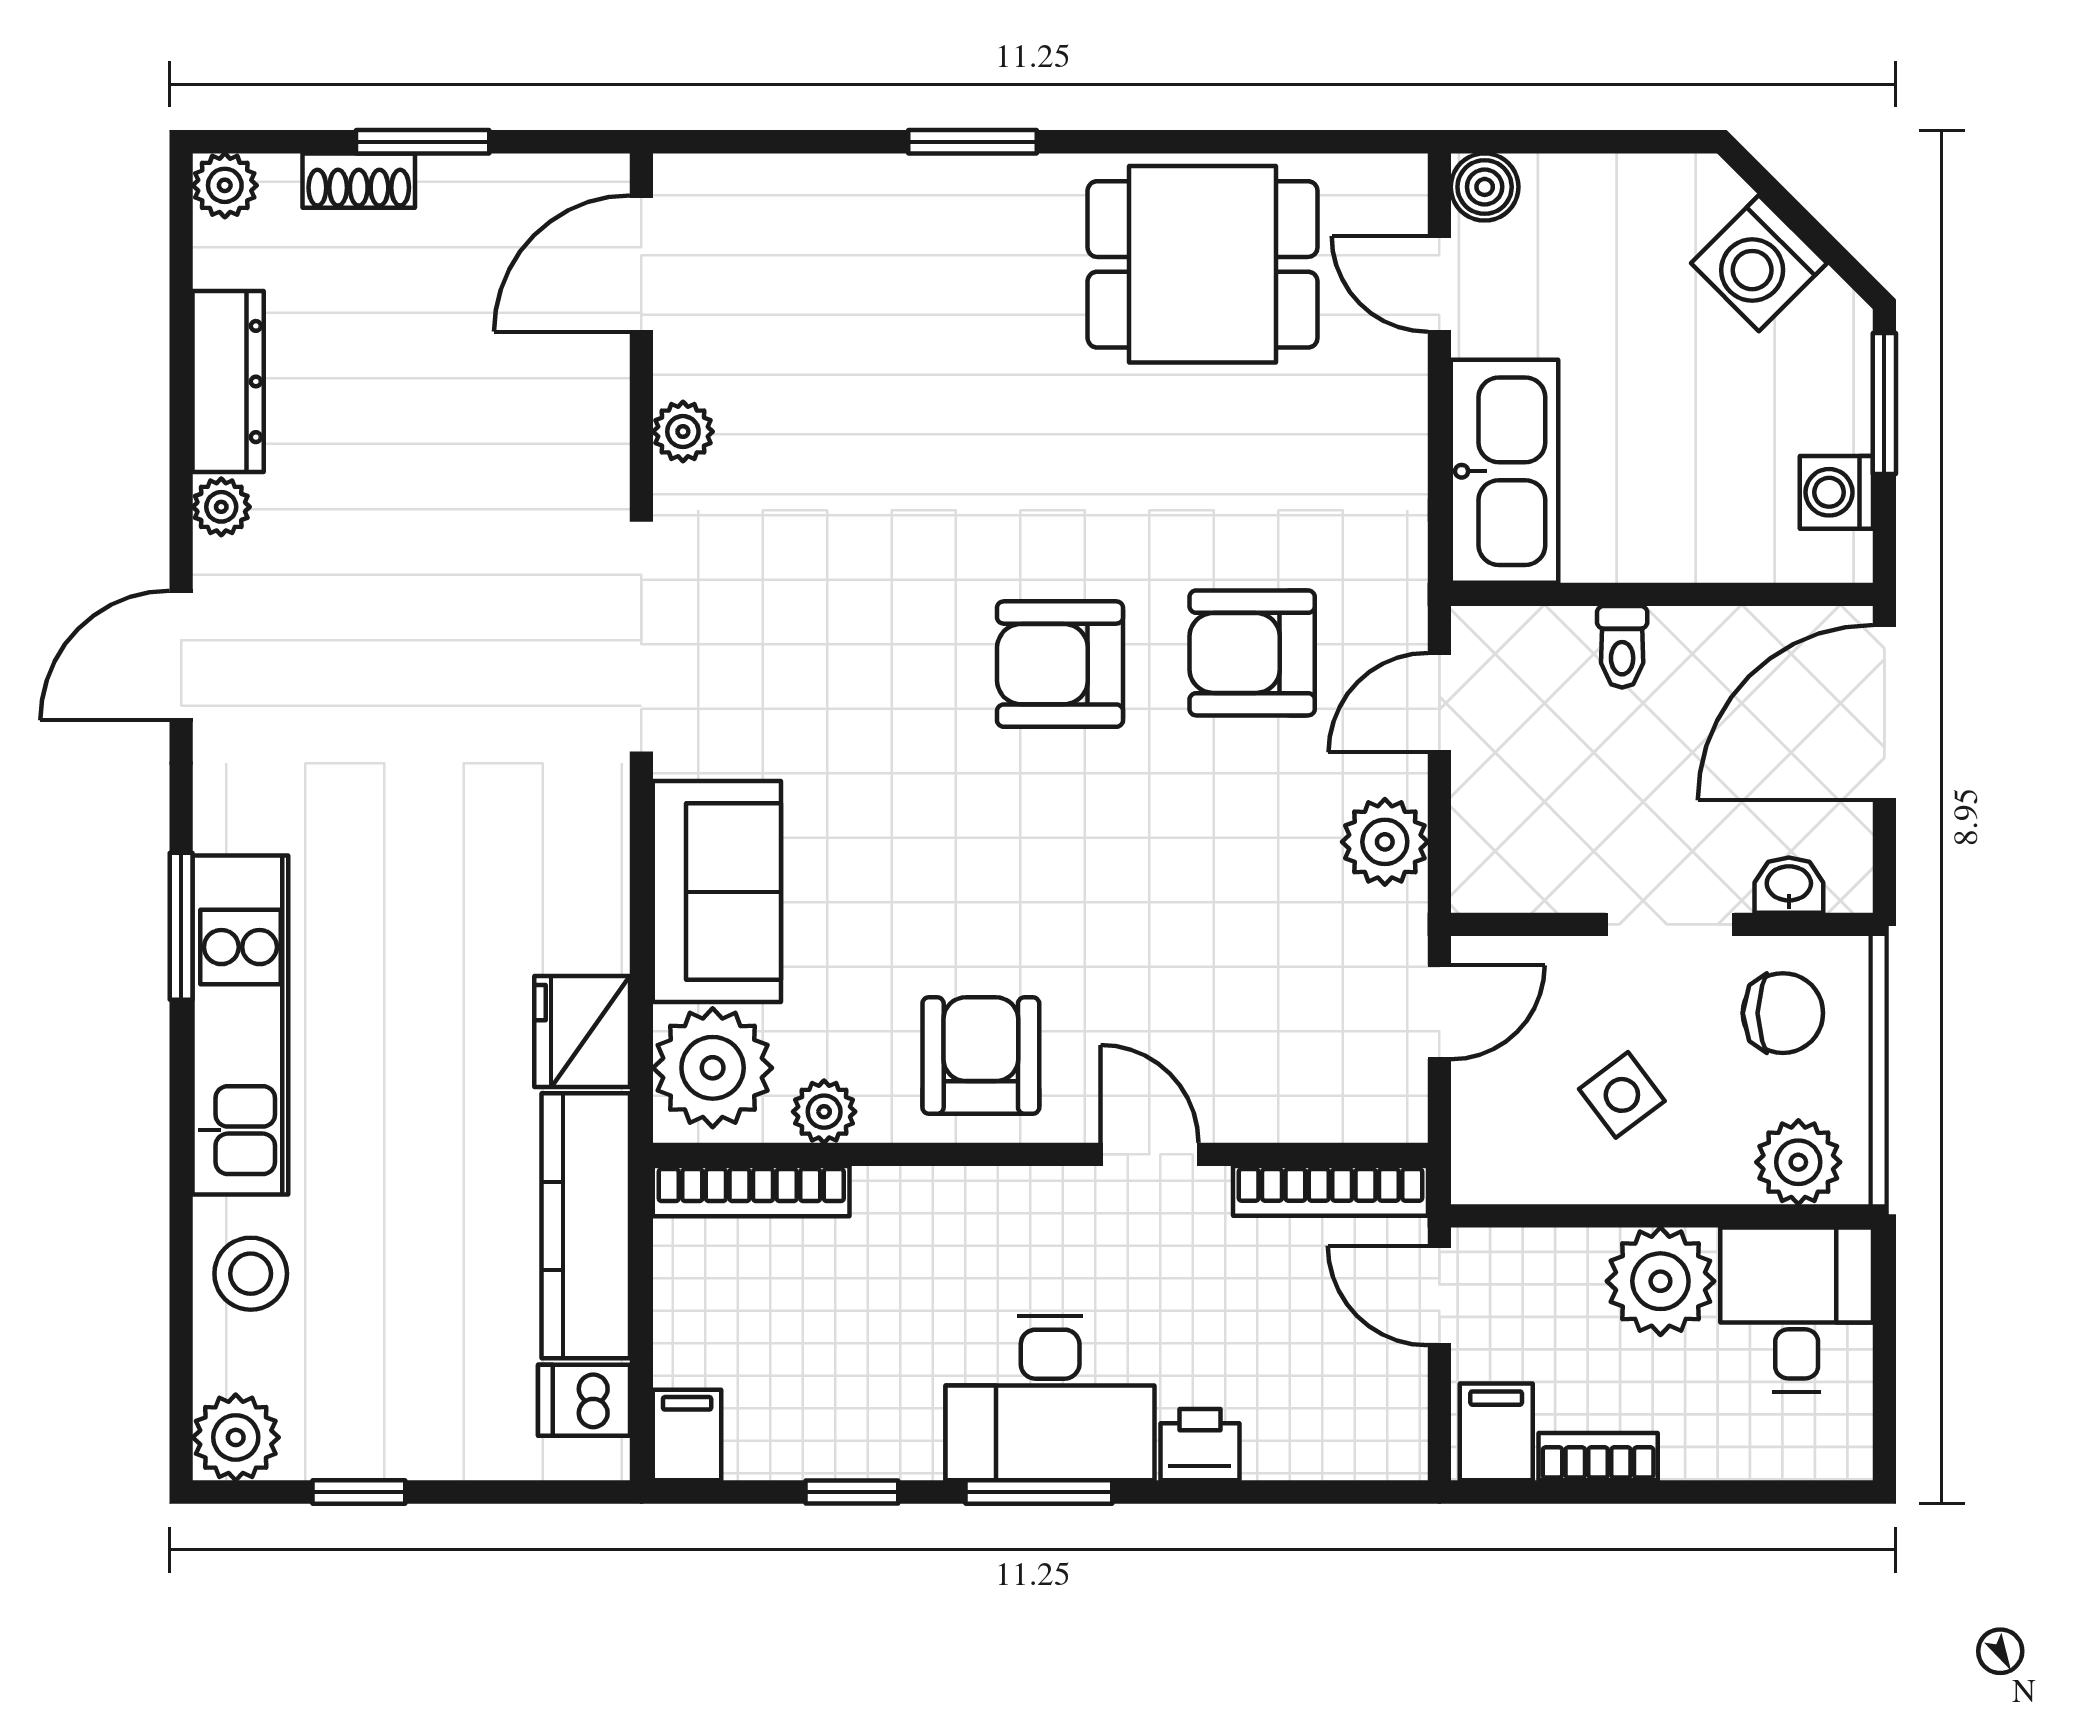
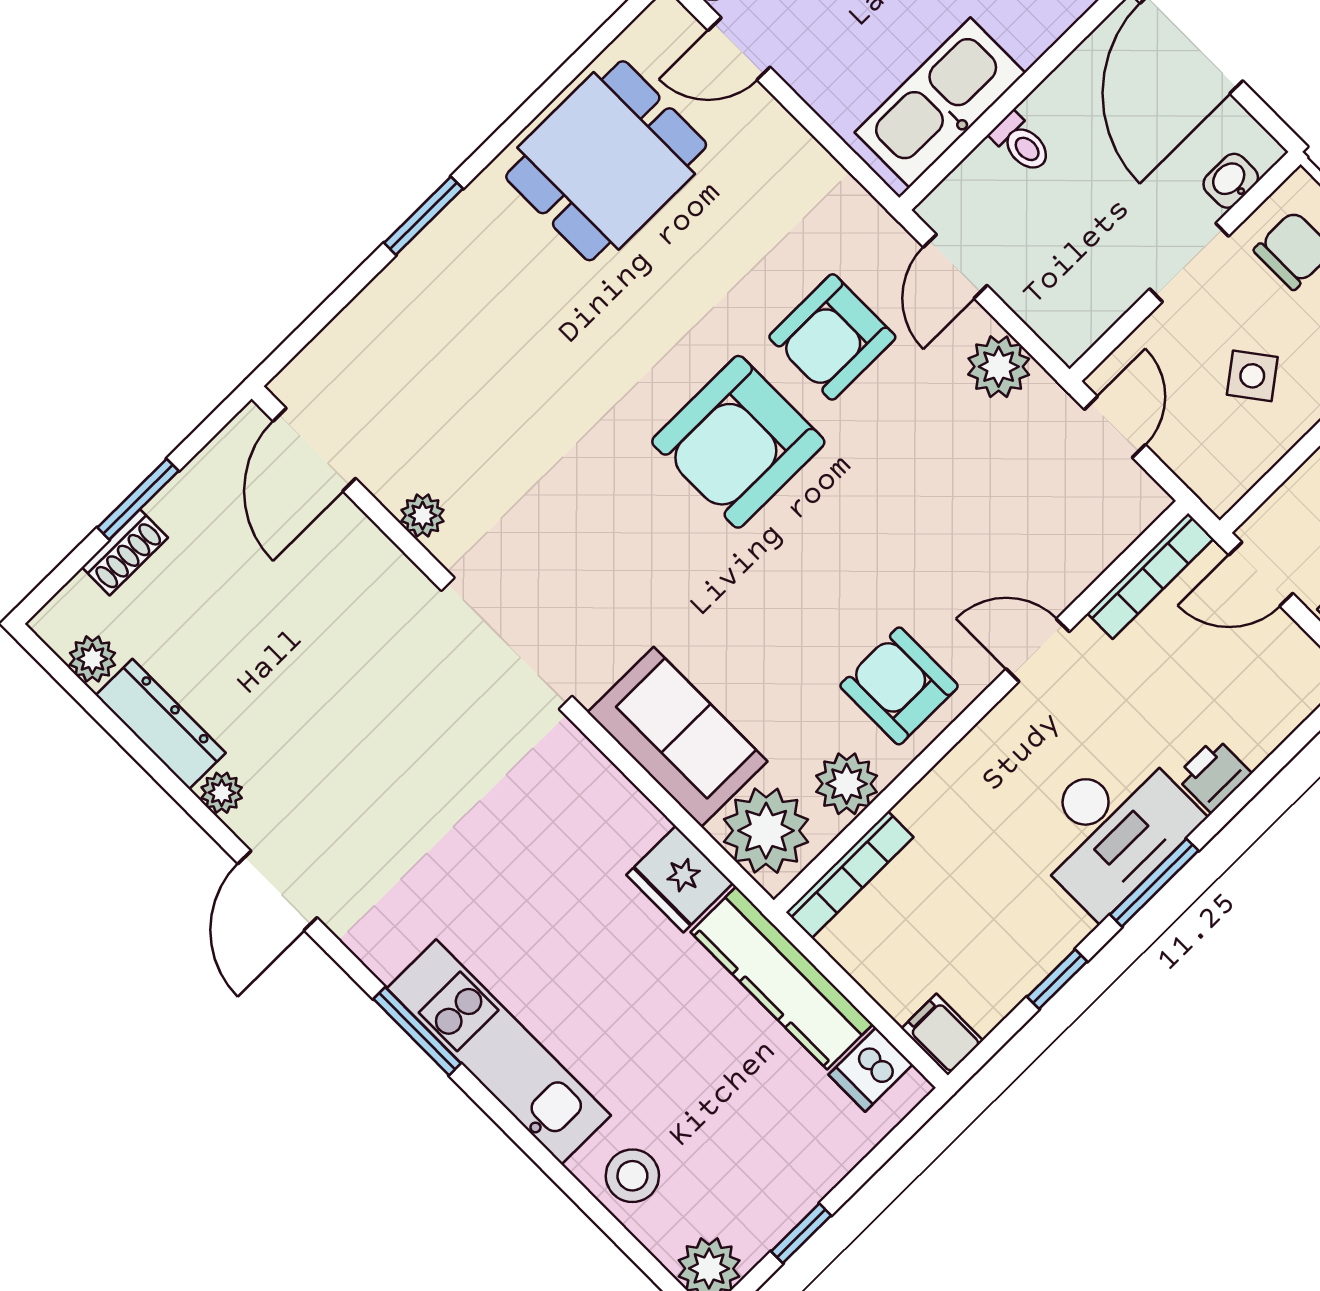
plant: (225, 185) -> (92, 659), moved
kitchen sink: (1504, 471) -> (940, 103), moved, turned -90
armchair: (1060, 664) -> (738, 442), width x1.36, depth x1.36
plant: (824, 1112) -> (847, 784), width x1.38, depth x1.38

